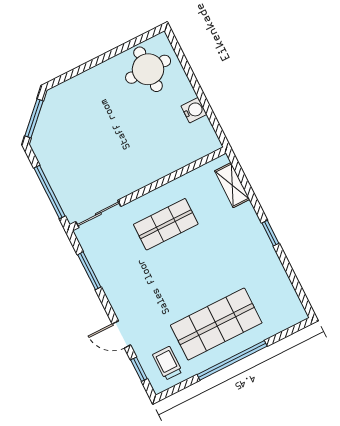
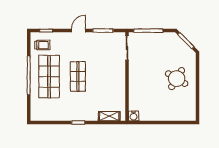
round table: (148, 69) -> (177, 79), moved, turned 31
water cooler: (194, 110) -> (134, 116), moved
shop shelf: (166, 224) -> (78, 77), moved
door: (121, 334) -> (79, 31), moved

